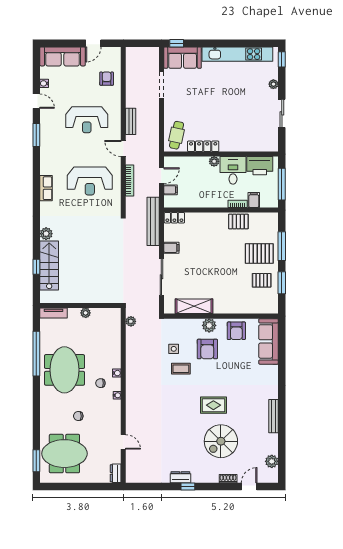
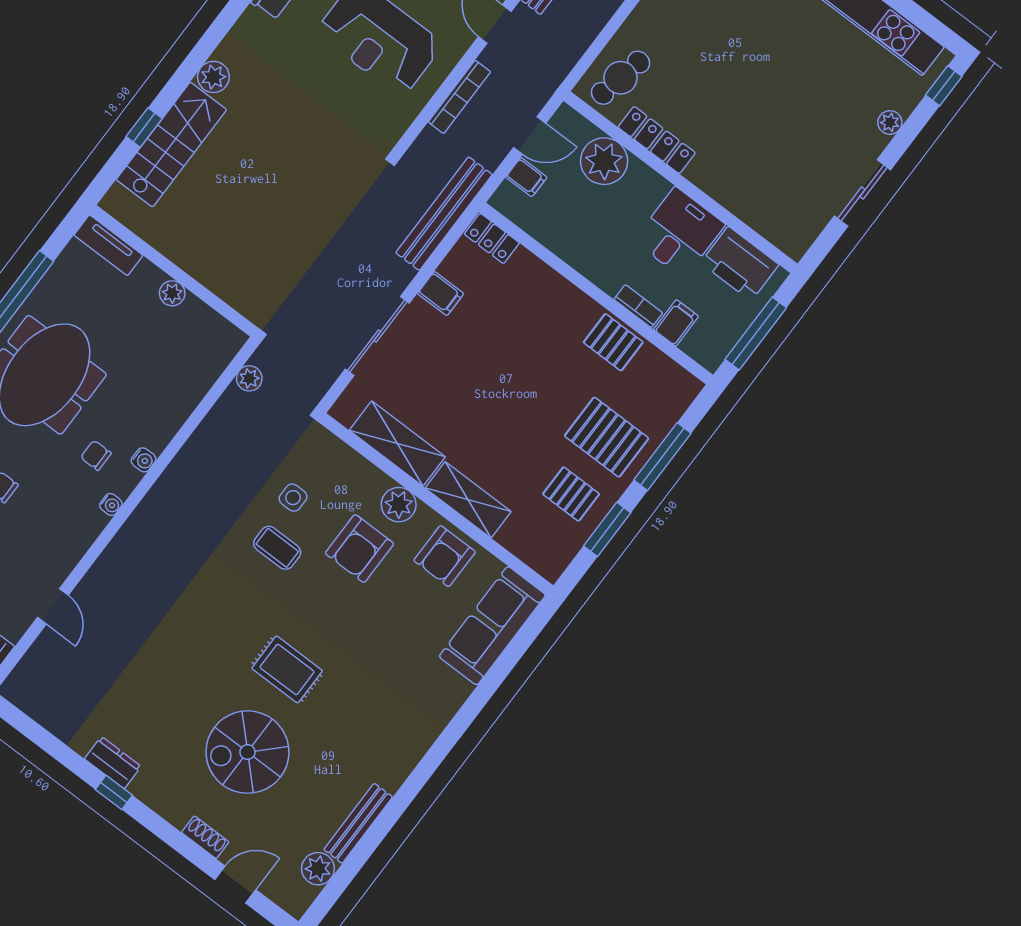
plant: (214, 161) -> (604, 161), moved, width x1.87, depth x1.87
shelving: (230, 307) -> (468, 500), added
bench: (274, 416) -> (358, 823), moved

